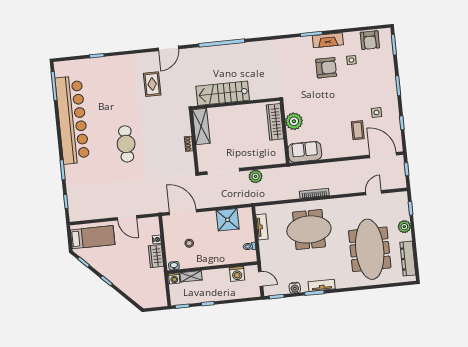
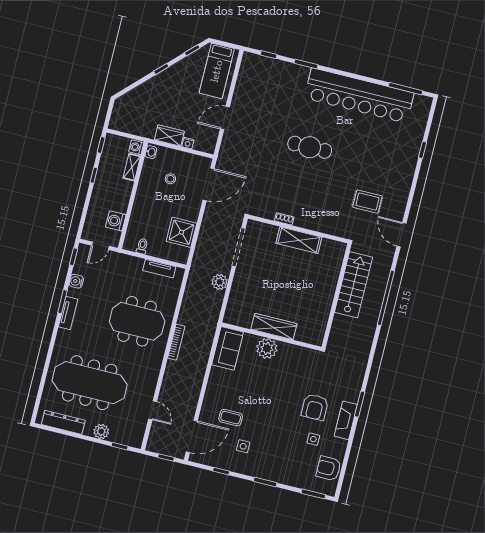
stairs: (223, 93) -> (354, 285), moved
wall: (236, 104) -> (337, 296), moved
meeting table: (309, 229) -> (137, 321), turned 90

